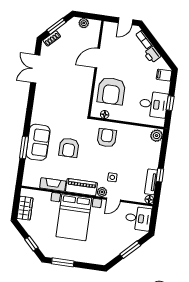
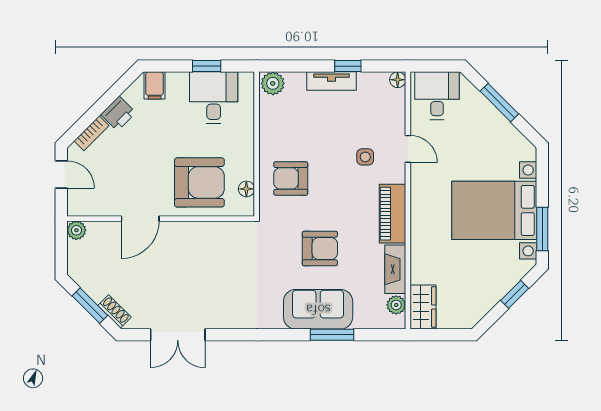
plant: (84, 23) -> (76, 230), moved
door: (97, 58) -> (140, 219), hinge flipped
tv unit: (151, 182) -> (331, 81), moved
plant: (102, 192) -> (396, 305), moved
wardrobe: (25, 208) -> (423, 307), moved, turned 90
bed with nightstands: (74, 217) -> (494, 210), moved, turned 180

